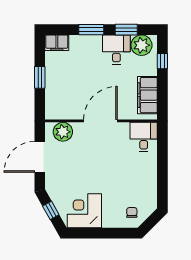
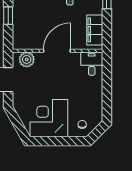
window: (51, 210) -> (17, 123), removed
corner desk: (84, 211) -> (49, 118), width x1.36, depth x1.36

